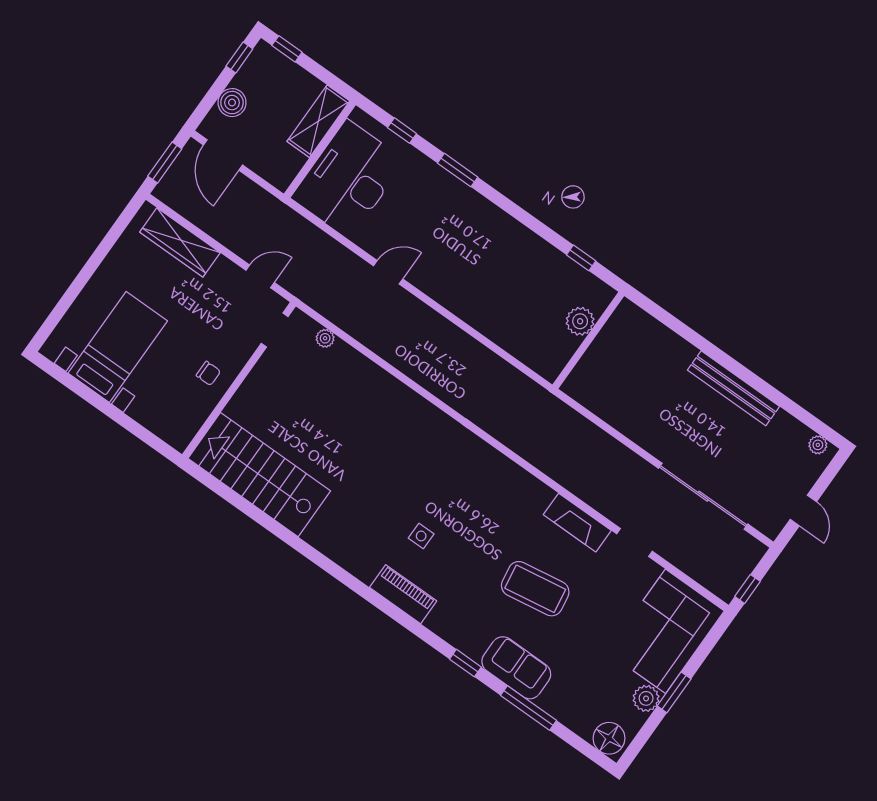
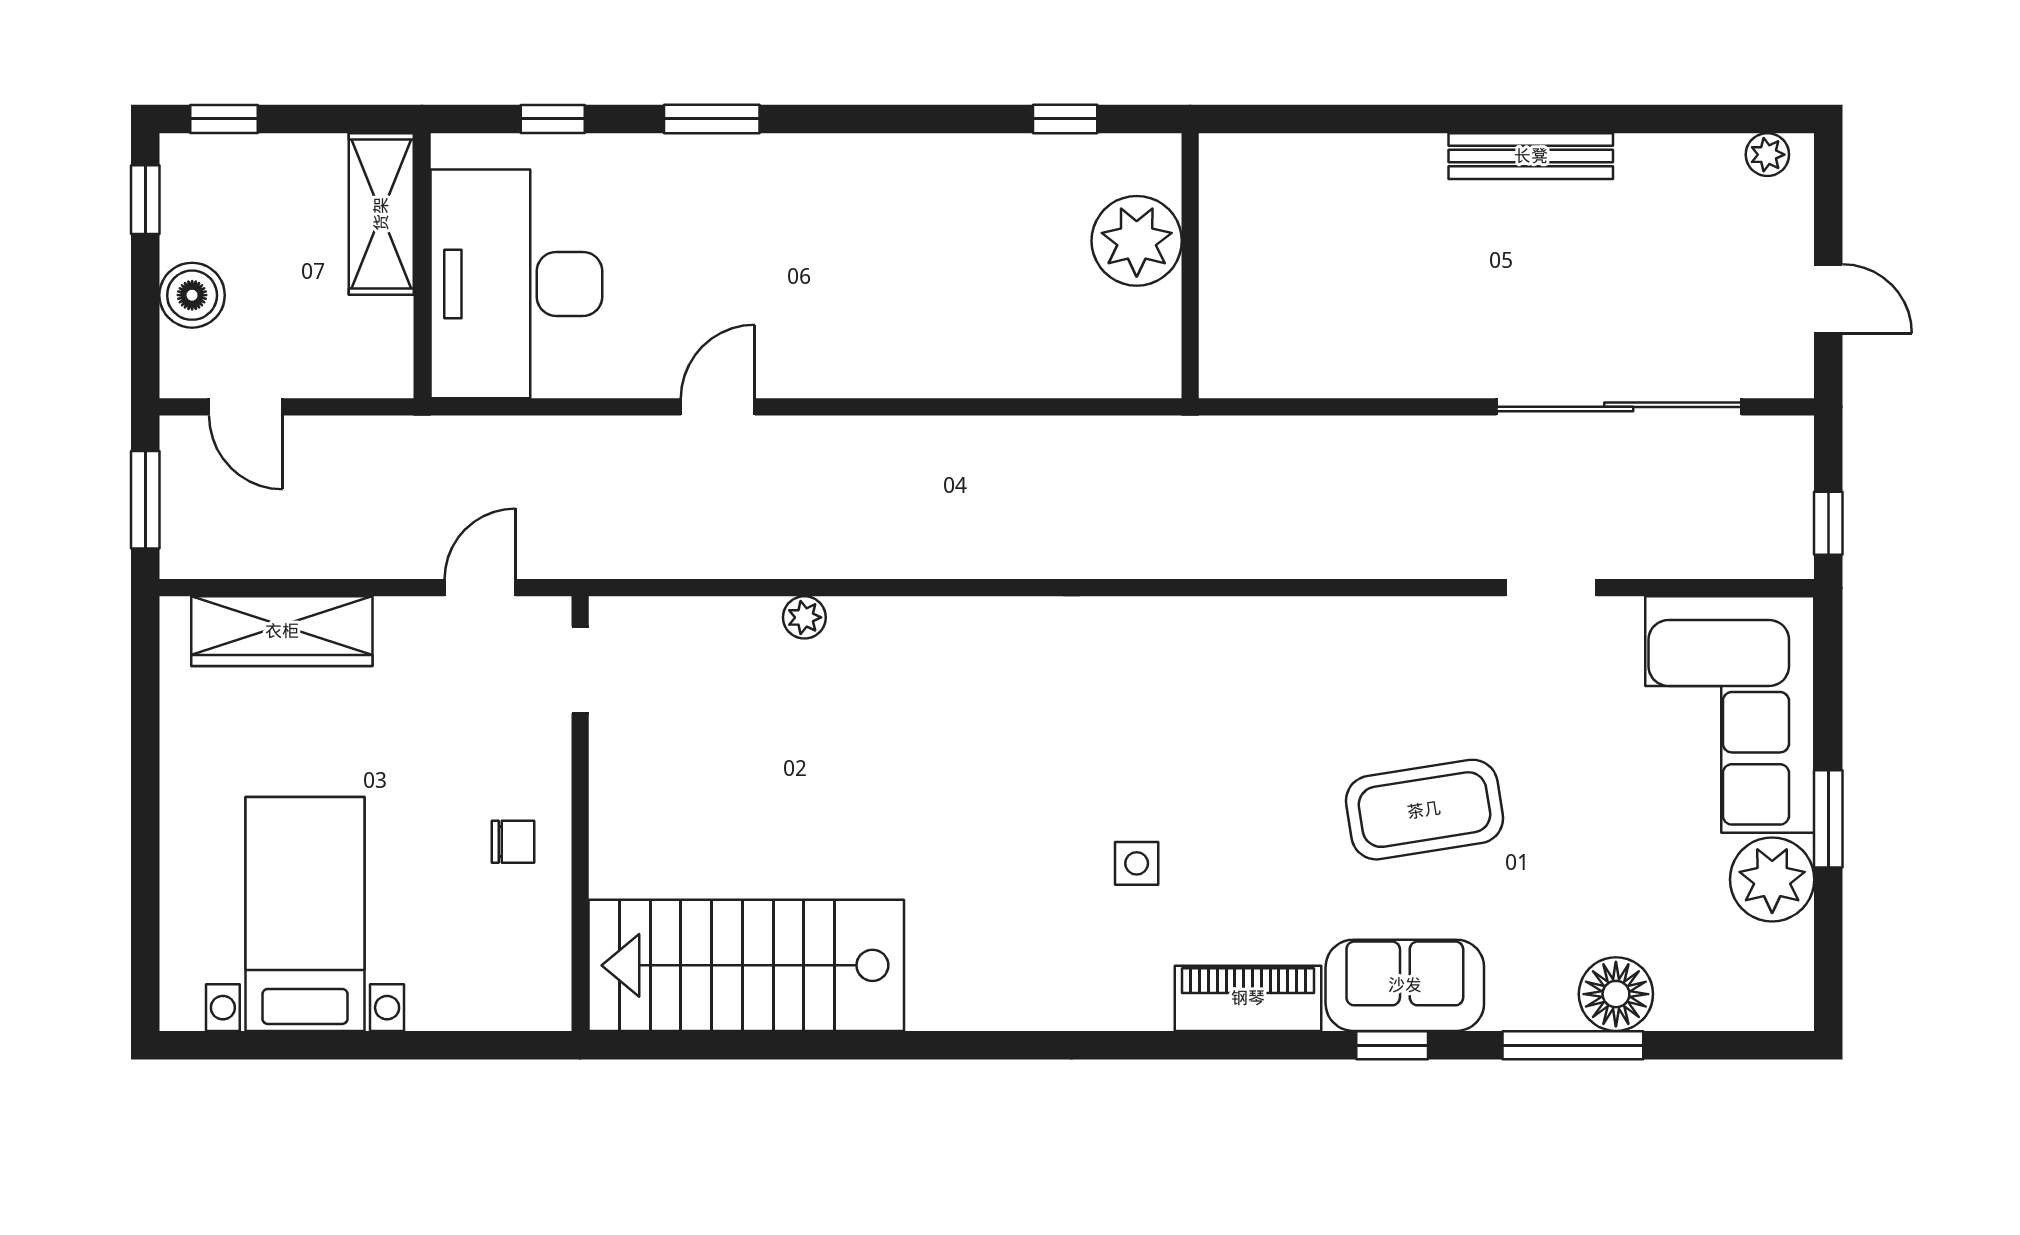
door: (223, 155) -> (246, 407), width x0.73
plant: (580, 321) -> (1137, 241), width x1.36, depth x1.36
plant: (325, 338) -> (804, 617), moved
bench: (734, 388) -> (1531, 156), width x0.73, depth x0.82
fireplace: (577, 523) -> (1415, 627), removed
piano: (403, 594) -> (1248, 998), moved
sofa: (516, 668) -> (1405, 985), moved
plant: (646, 698) -> (1772, 879), width x1.36, depth x1.36
floor lamp: (609, 738) -> (1616, 994), moved

